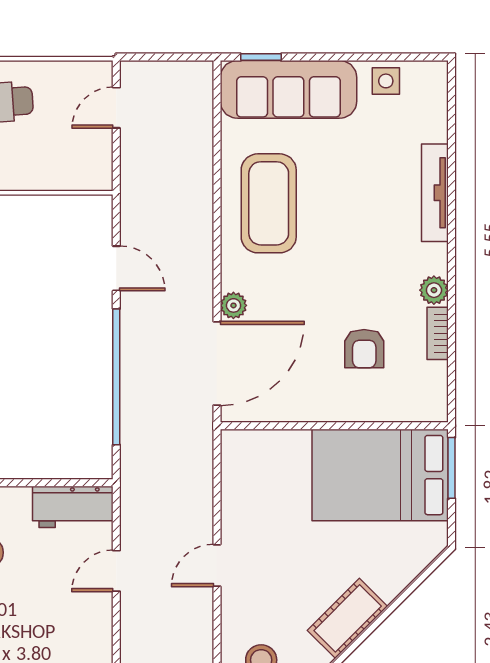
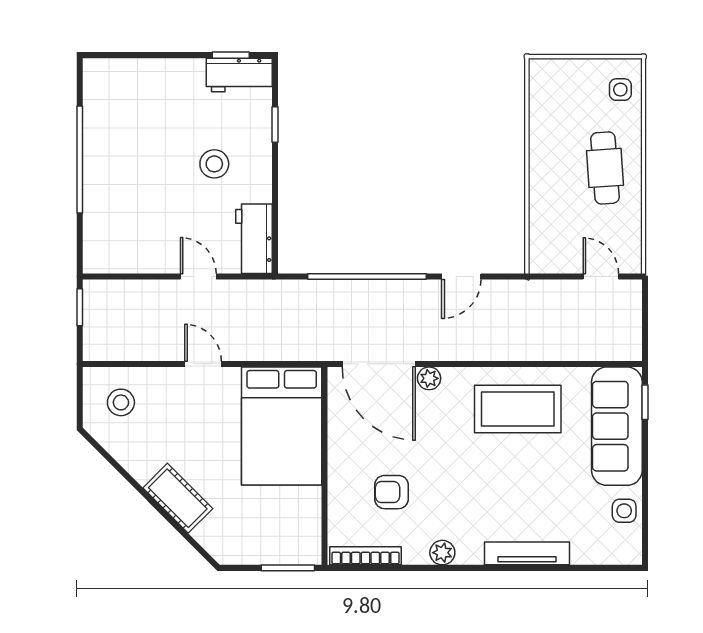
bookcase: (438, 333) -> (366, 556), moved, width x1.56
bed: (380, 475) -> (282, 426), moved, turned 180
cot: (348, 618) -> (178, 498), moved

